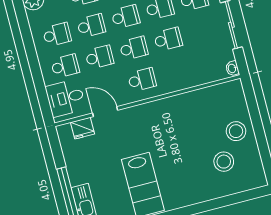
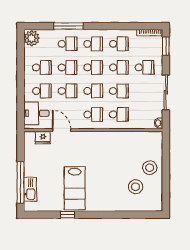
school desk: (176, 71) -> (119, 114), added

